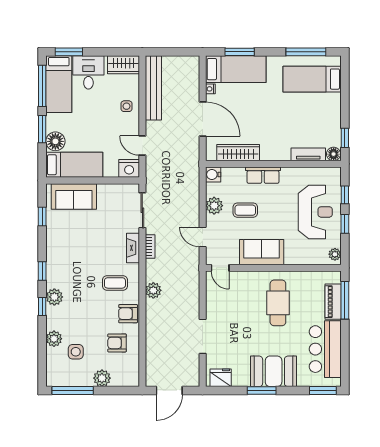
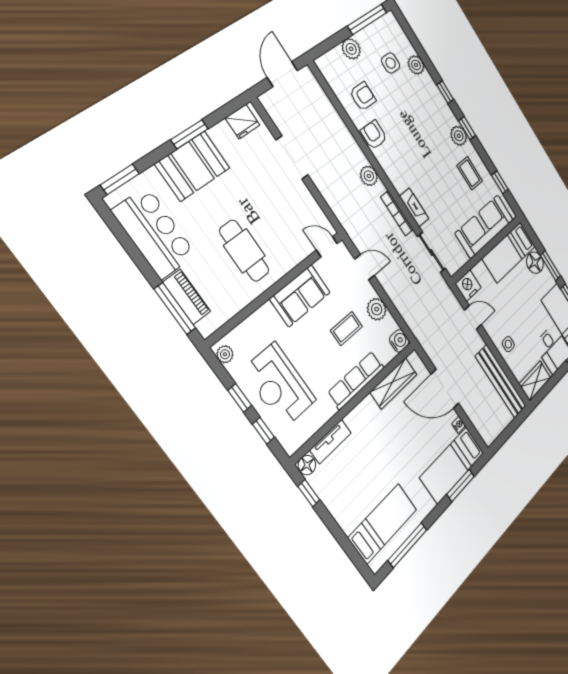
row of seats: (263, 175) -> (356, 380), width x1.48
sofa: (74, 196) -> (484, 226), width x1.36
bookcase: (150, 246) -> (397, 213), width x1.56
coffee table: (115, 283) -> (470, 173), moved, turned 90
plant: (54, 297) -> (459, 136), moved
armchair: (128, 314) -> (374, 135), turned -90

